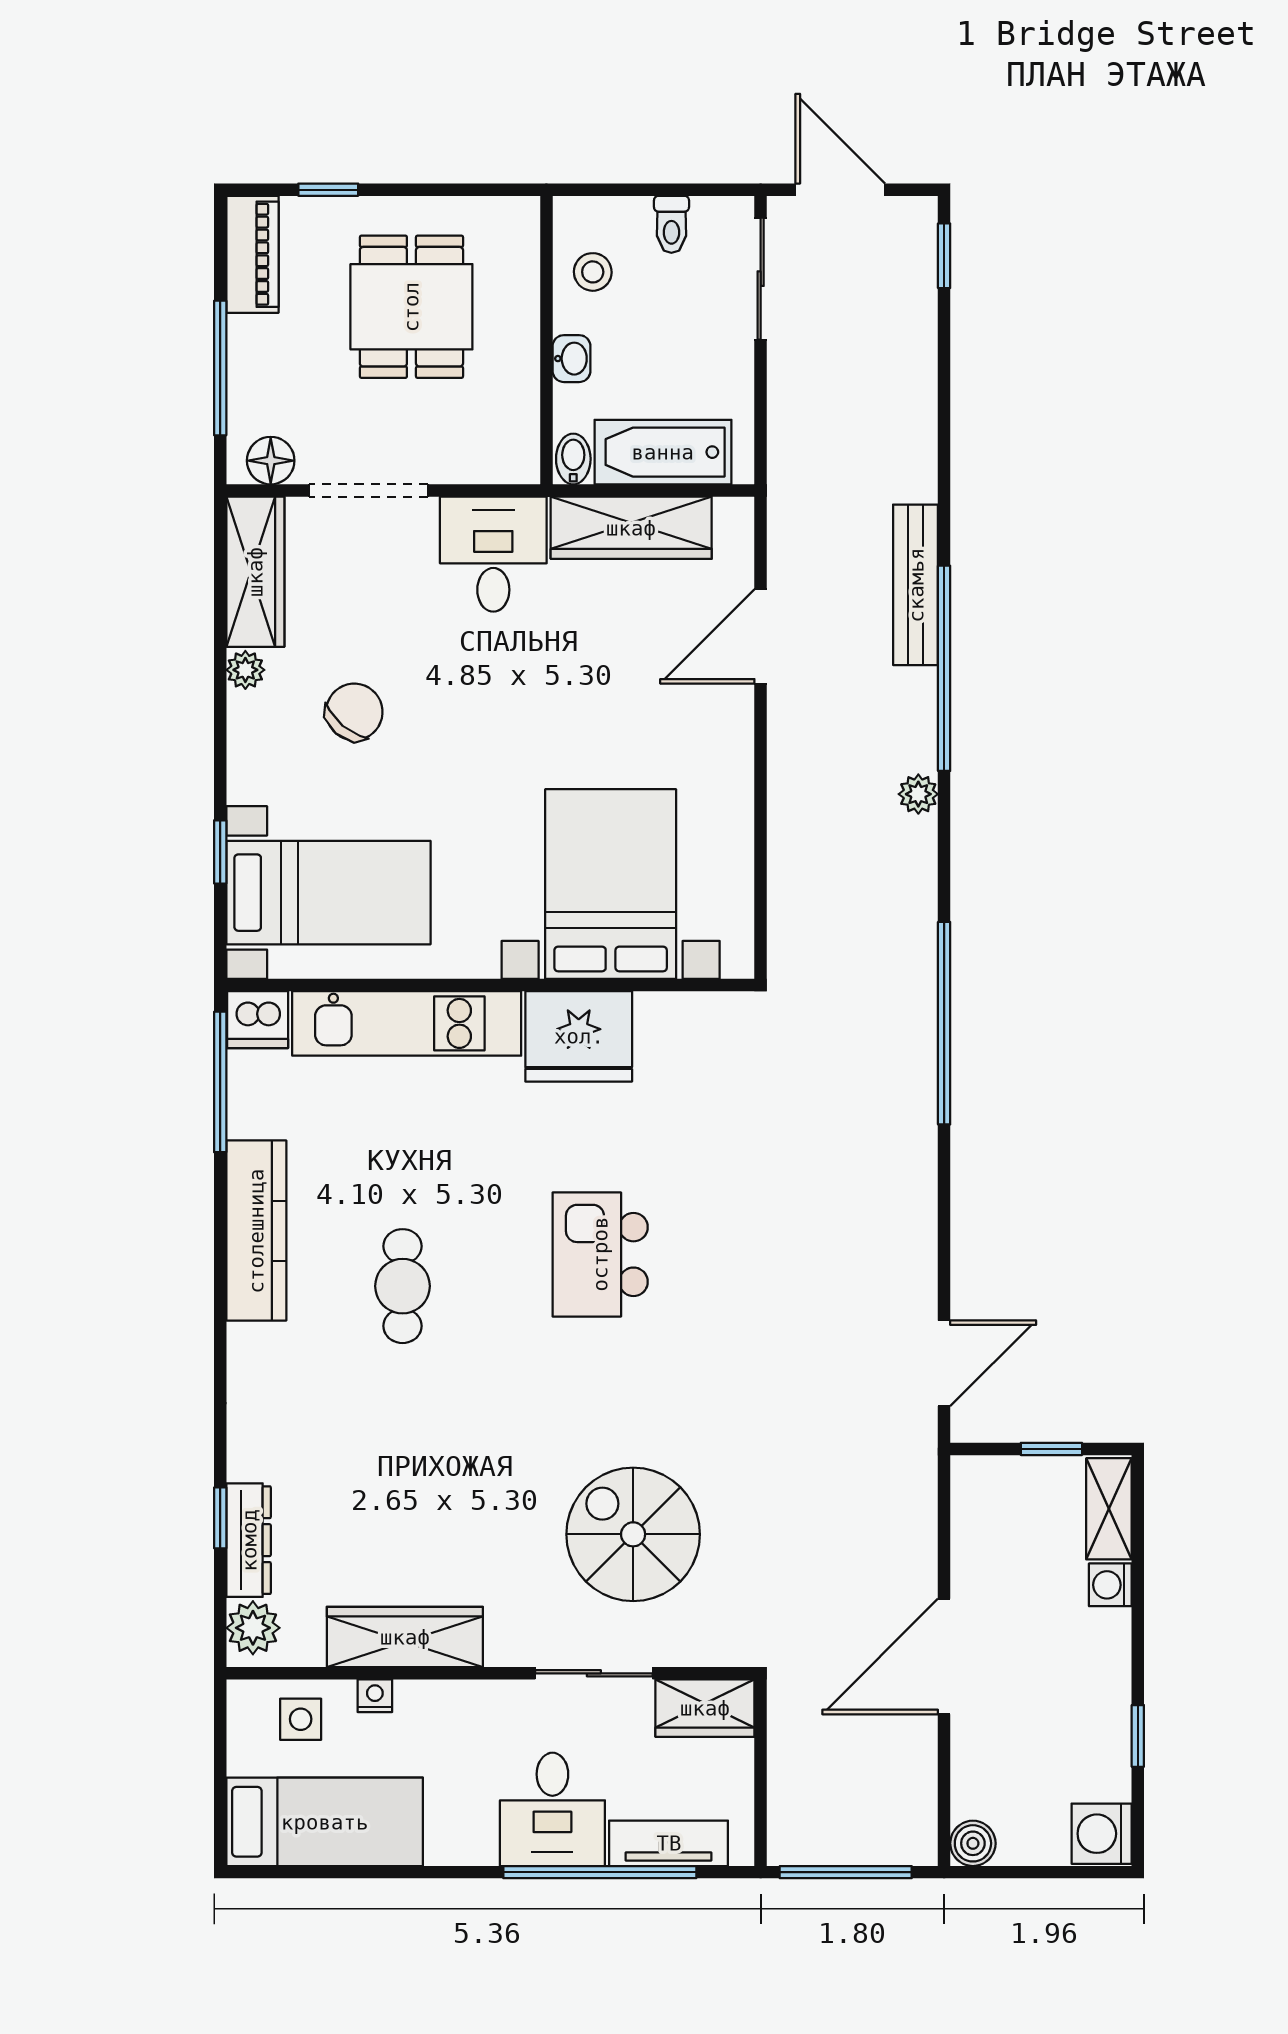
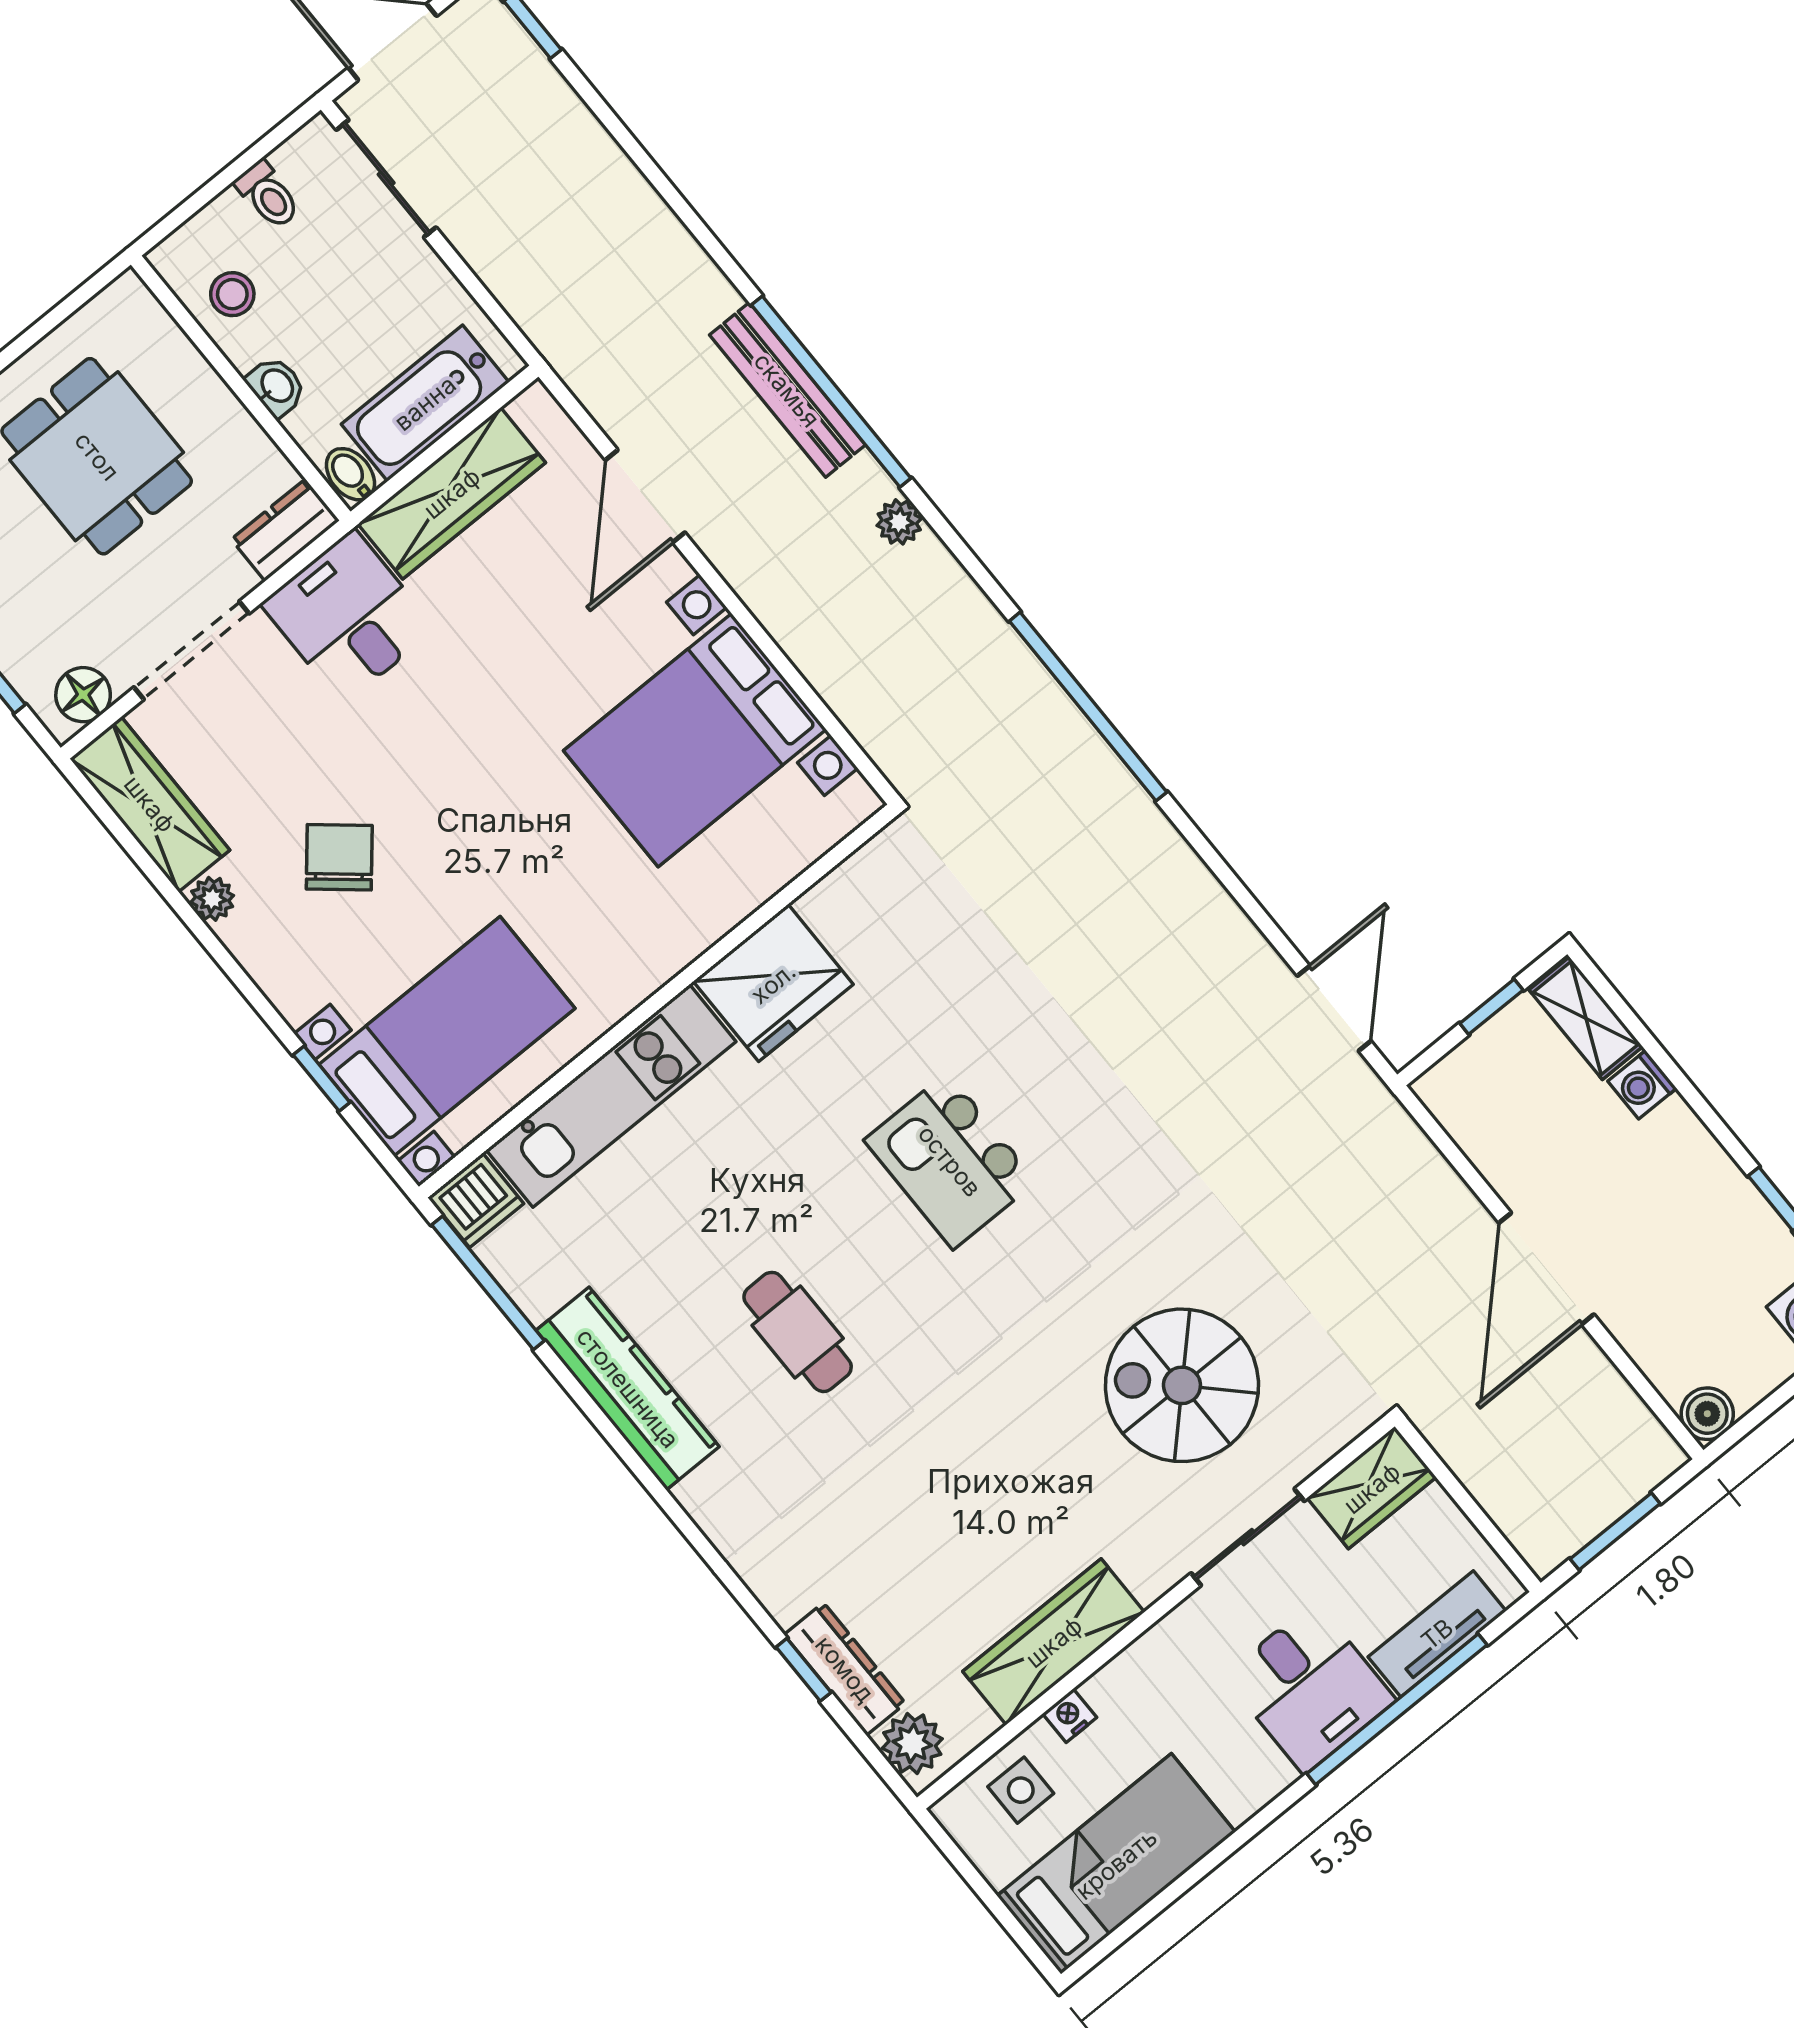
dresser: (498, 461) -> (285, 530), added
bench: (916, 585) -> (787, 390), moved
bed with nightstands: (611, 884) -> (695, 740), moved, turned -90
window: (846, 1872) -> (1615, 1531), width x0.69

